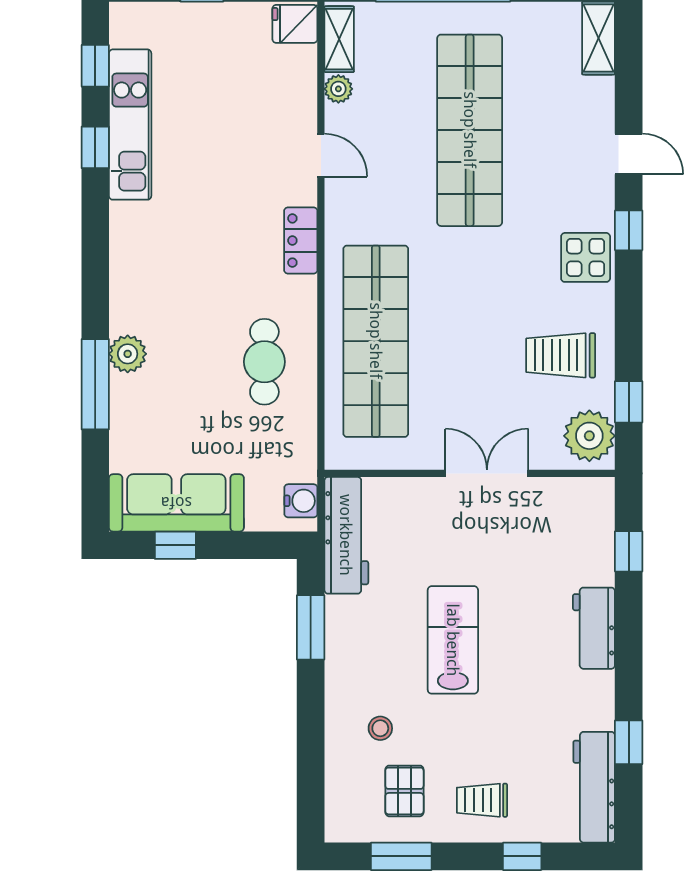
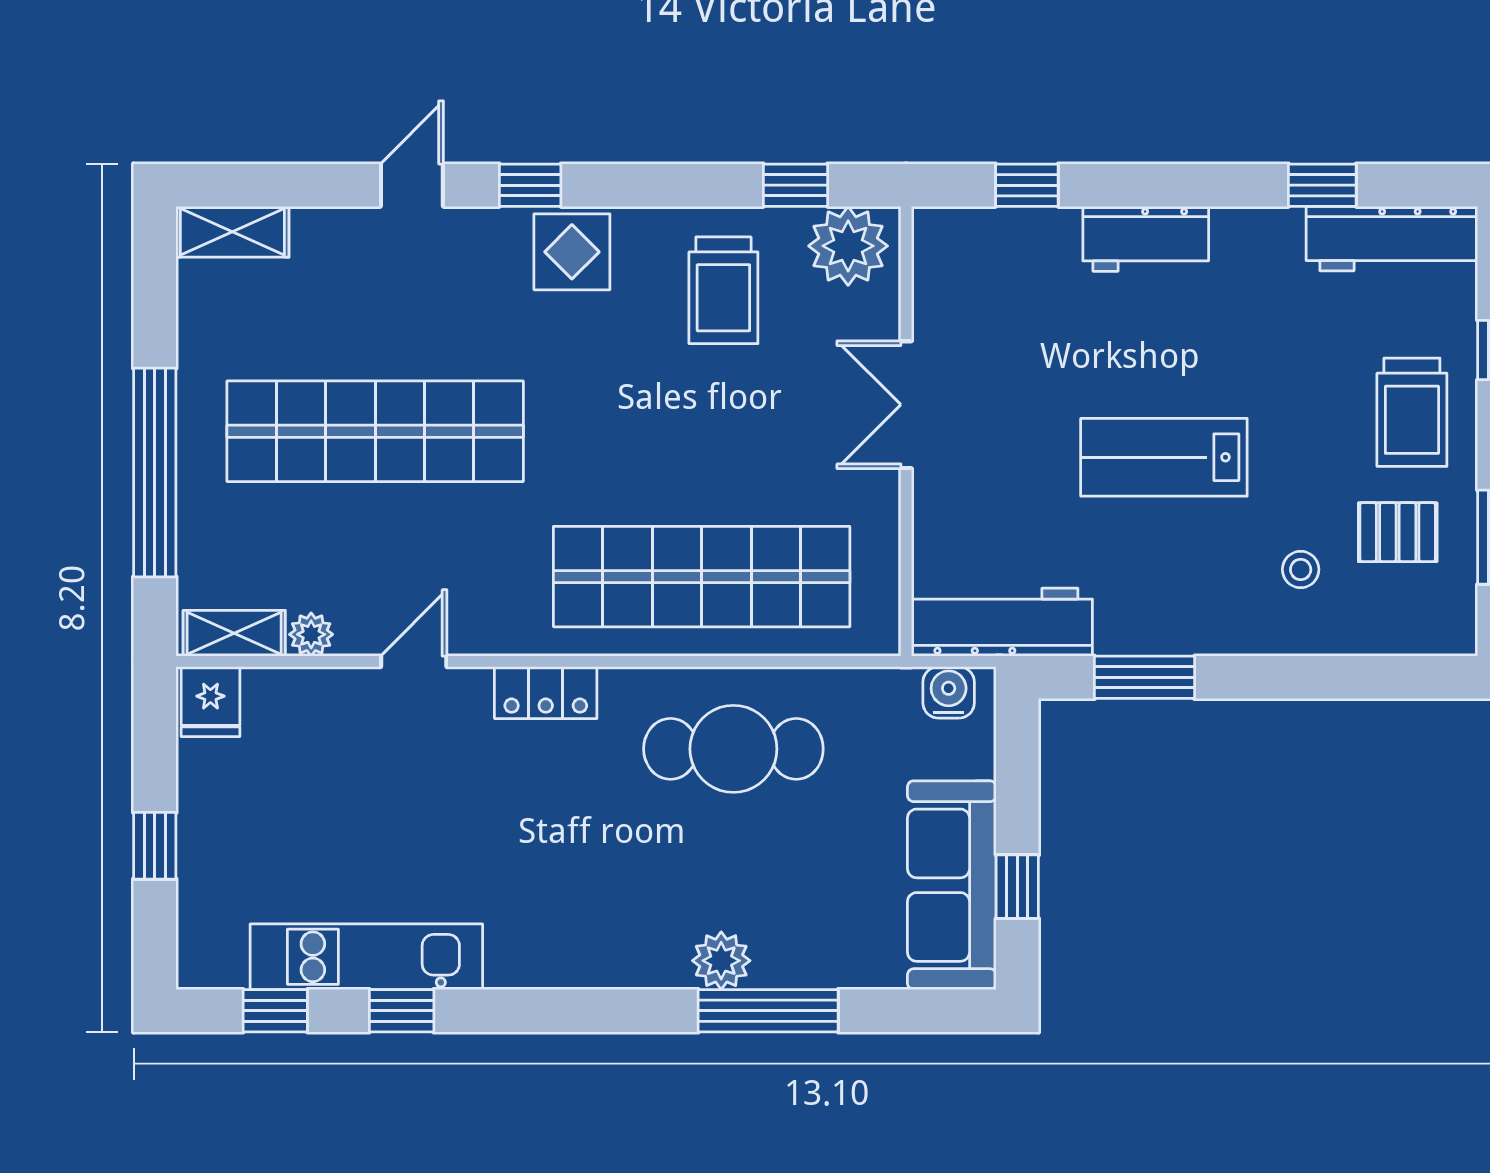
cafe table: (264, 362) -> (733, 749), width x1.37, depth x1.35
trolley: (482, 800) -> (1412, 412), width x1.36, depth x1.39

